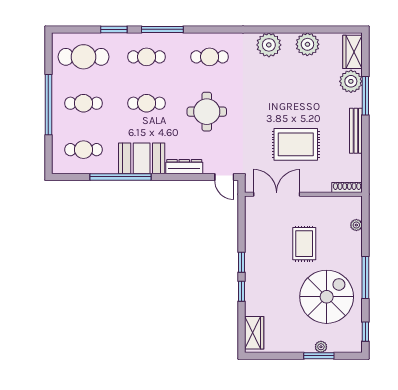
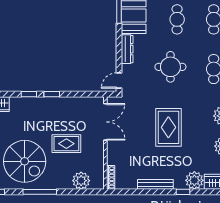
window: (365, 96) -> (183, 192), width x0.46
rug: (296, 144) -> (168, 127), moved
plant: (356, 225) -> (81, 181), width x1.88, depth x1.88

